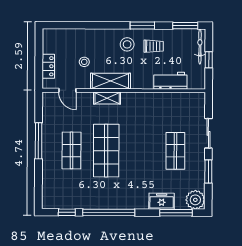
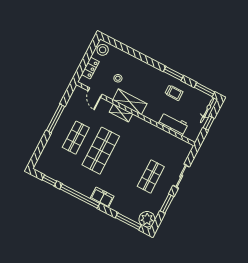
stool: (127, 44) -> (103, 50), moved
freezer: (162, 201) -> (102, 197), moved

